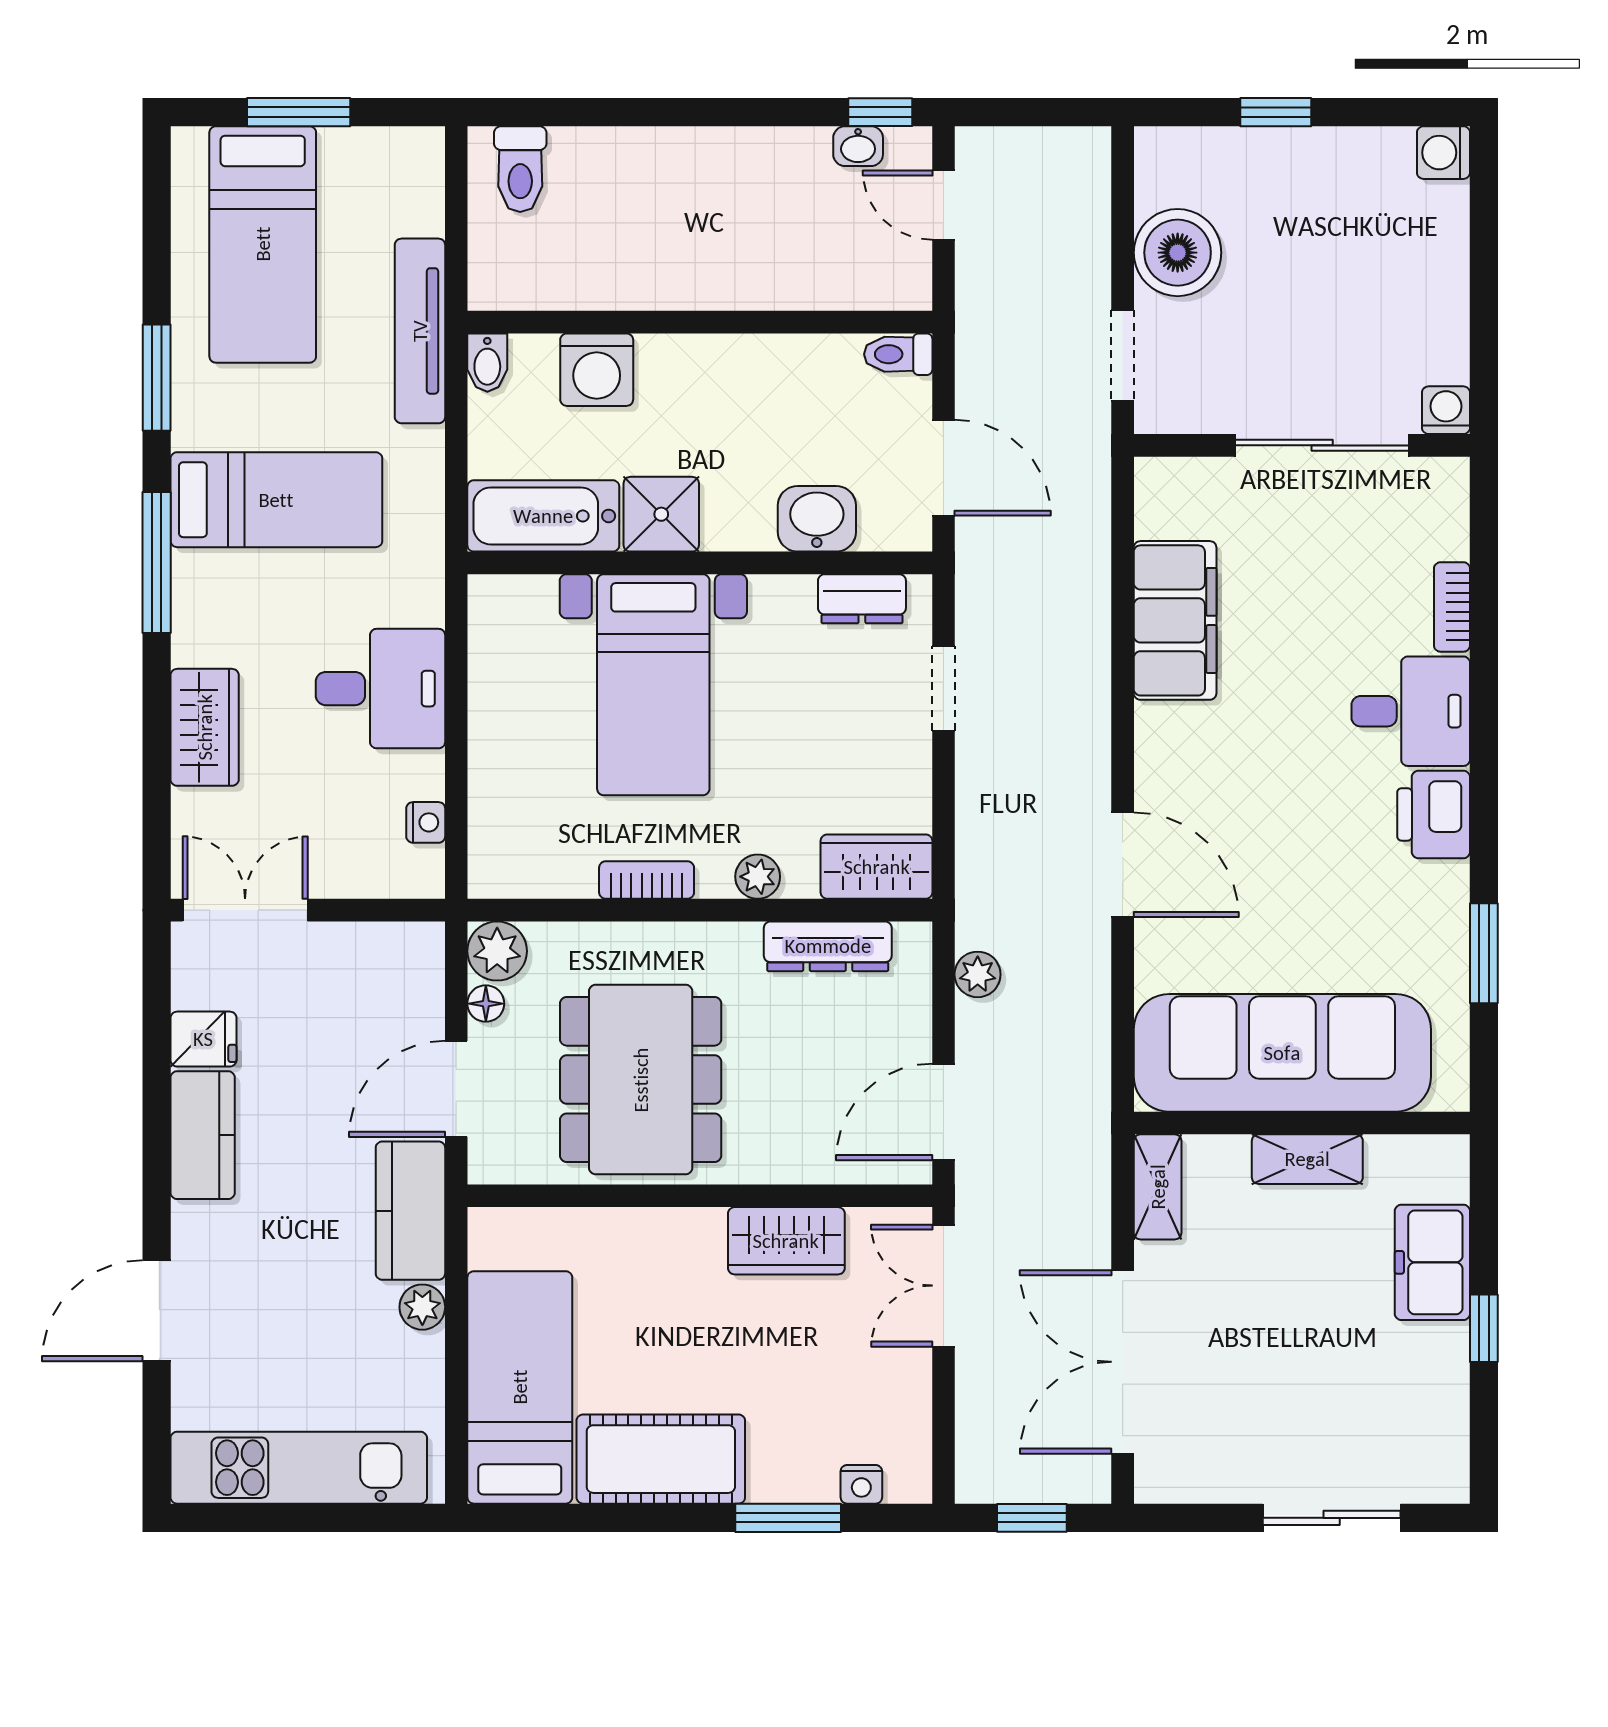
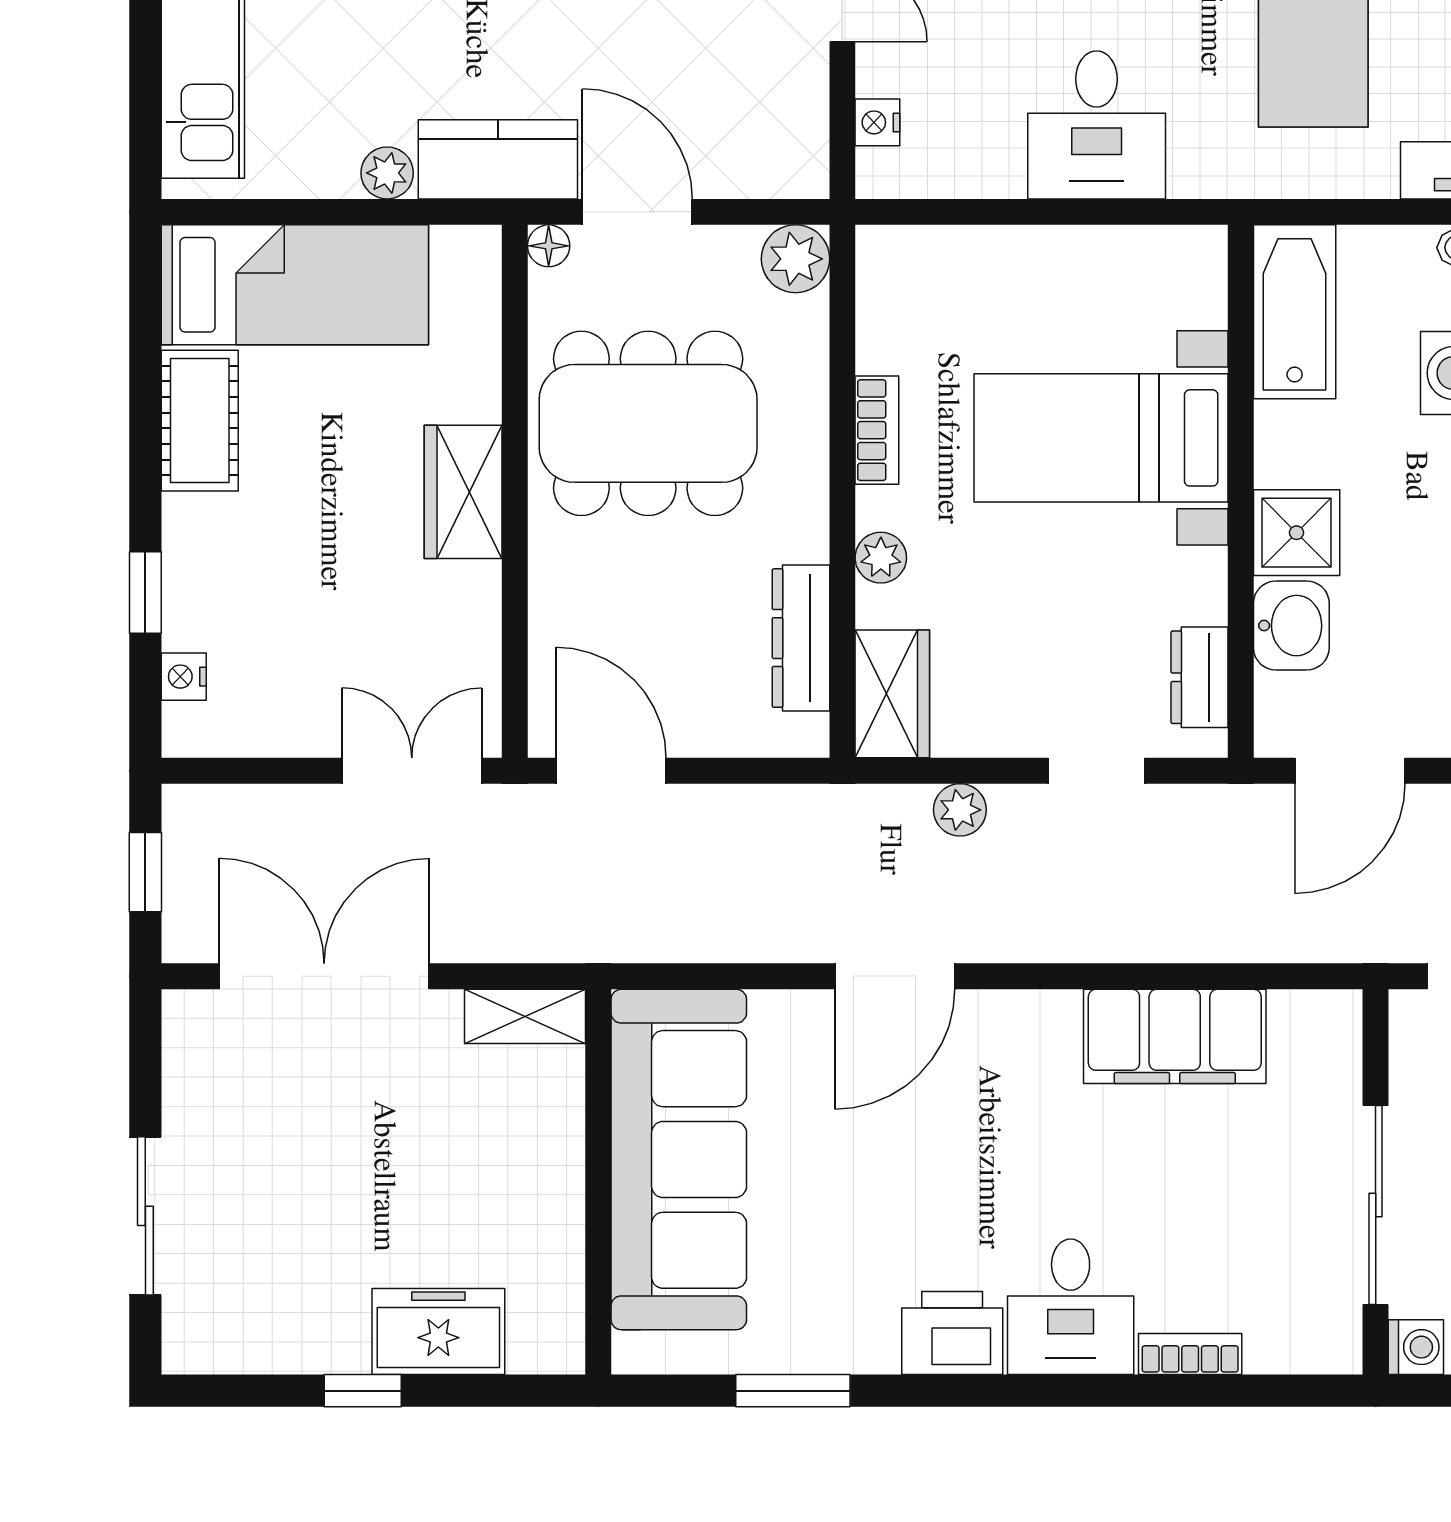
shower: (661, 514) -> (1297, 533), moved
nightstand: (426, 822) -> (877, 122), moved, turned 90
plant: (978, 974) -> (960, 810), moved
floor lamp: (486, 1004) -> (549, 246), moved
shelving: (1307, 1159) -> (557, 1188), removed
wardrobe: (786, 1241) -> (463, 492), moved
cot: (661, 1459) -> (200, 421), width x0.73, depth x0.75
window: (788, 1518) -> (145, 593), width x0.67

